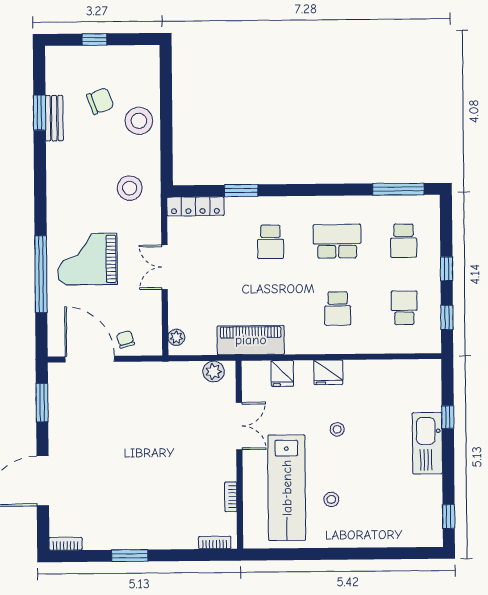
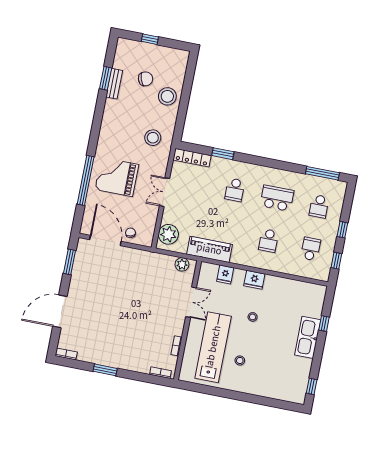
plant: (176, 337) -> (168, 234), width x1.87, depth x1.87
lab bench: (287, 488) -> (213, 347), turned 180

